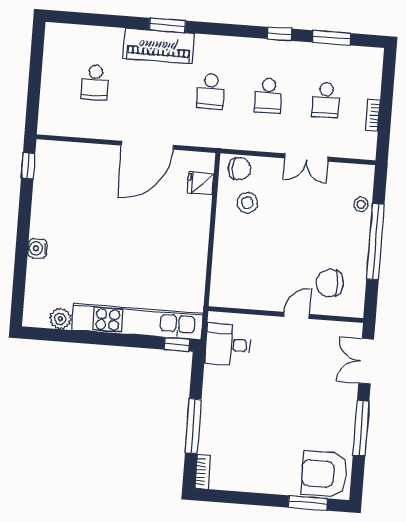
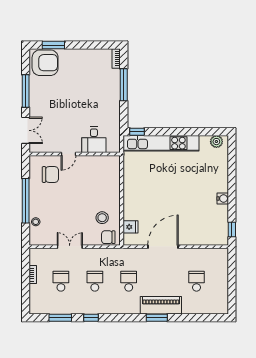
water cooler: (38, 248) -> (223, 198), moved
plant: (60, 319) -> (216, 142), moved
desk: (228, 345) -> (94, 140), moved, turned 90

